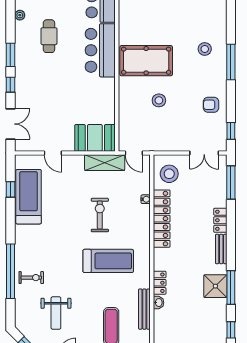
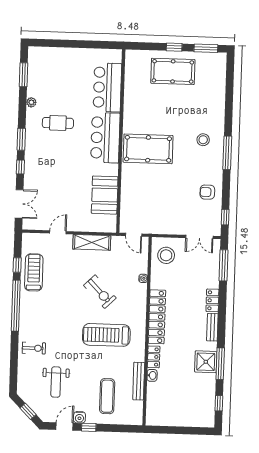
cafe table: (49, 36) -> (58, 123), turned 90
stool: (159, 100) -> (159, 186), removed
booth: (95, 138) -> (105, 195), moved, turned 90
door: (53, 153) -> (58, 232), swing flipped
shelving: (105, 163) -> (92, 242), moved
treadmill: (29, 197) -> (34, 272), width x0.73, depth x0.73
exercise bike: (100, 215) -> (100, 292), turned 136
locker: (162, 219) -> (157, 317), moved
treadmill: (108, 261) -> (106, 335), turned 180
window: (10, 271) -> (16, 306), moved

